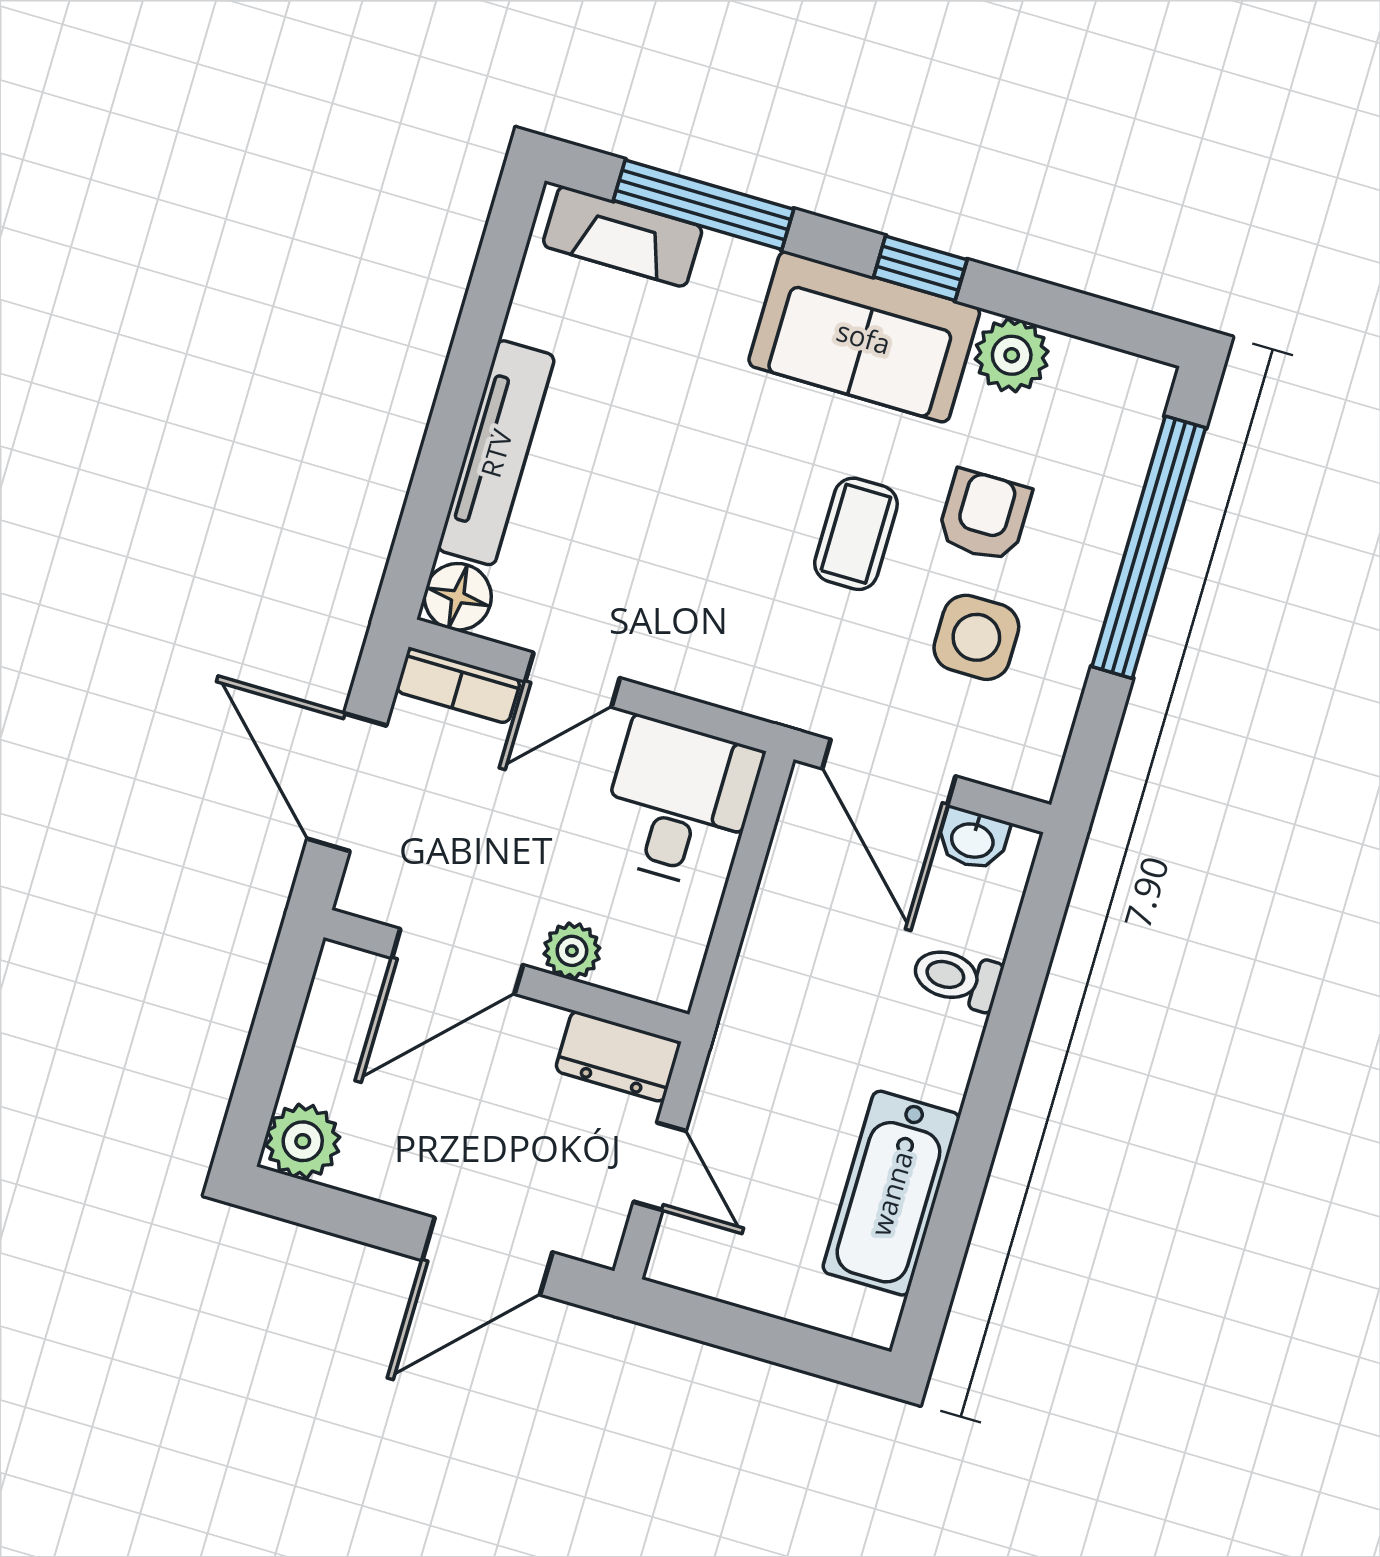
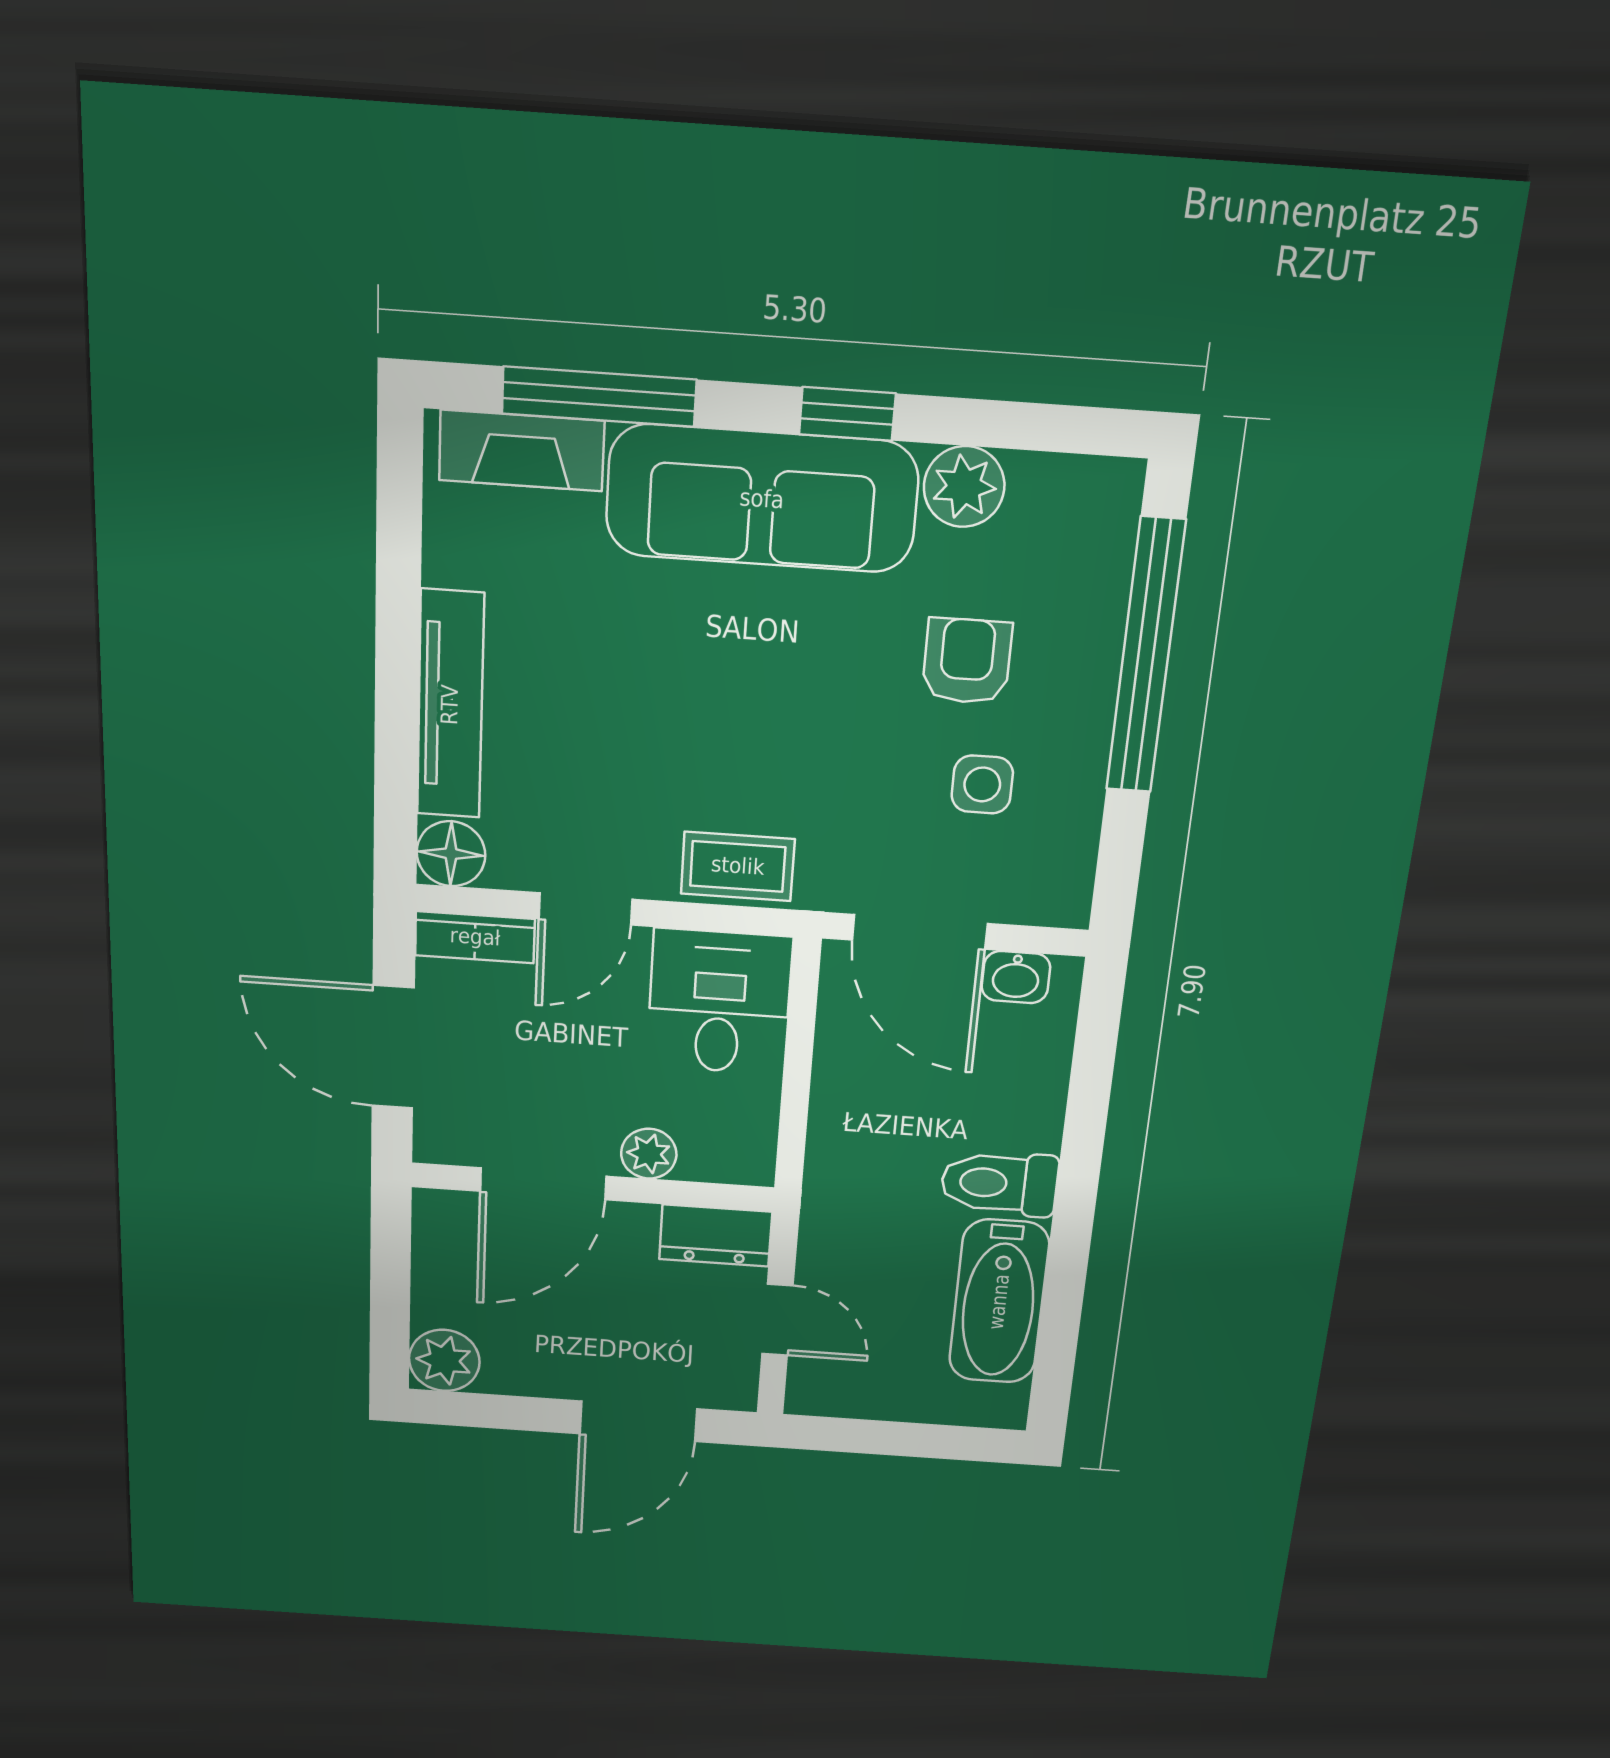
sofa: (864, 337) -> (762, 499), width x1.36
coffee table: (856, 534) -> (738, 866), moved, turned 90
side table: (976, 637) -> (982, 784), width x0.73, depth x0.73
toilet: (957, 978) -> (999, 1183), moved, width x1.37, depth x1.39

